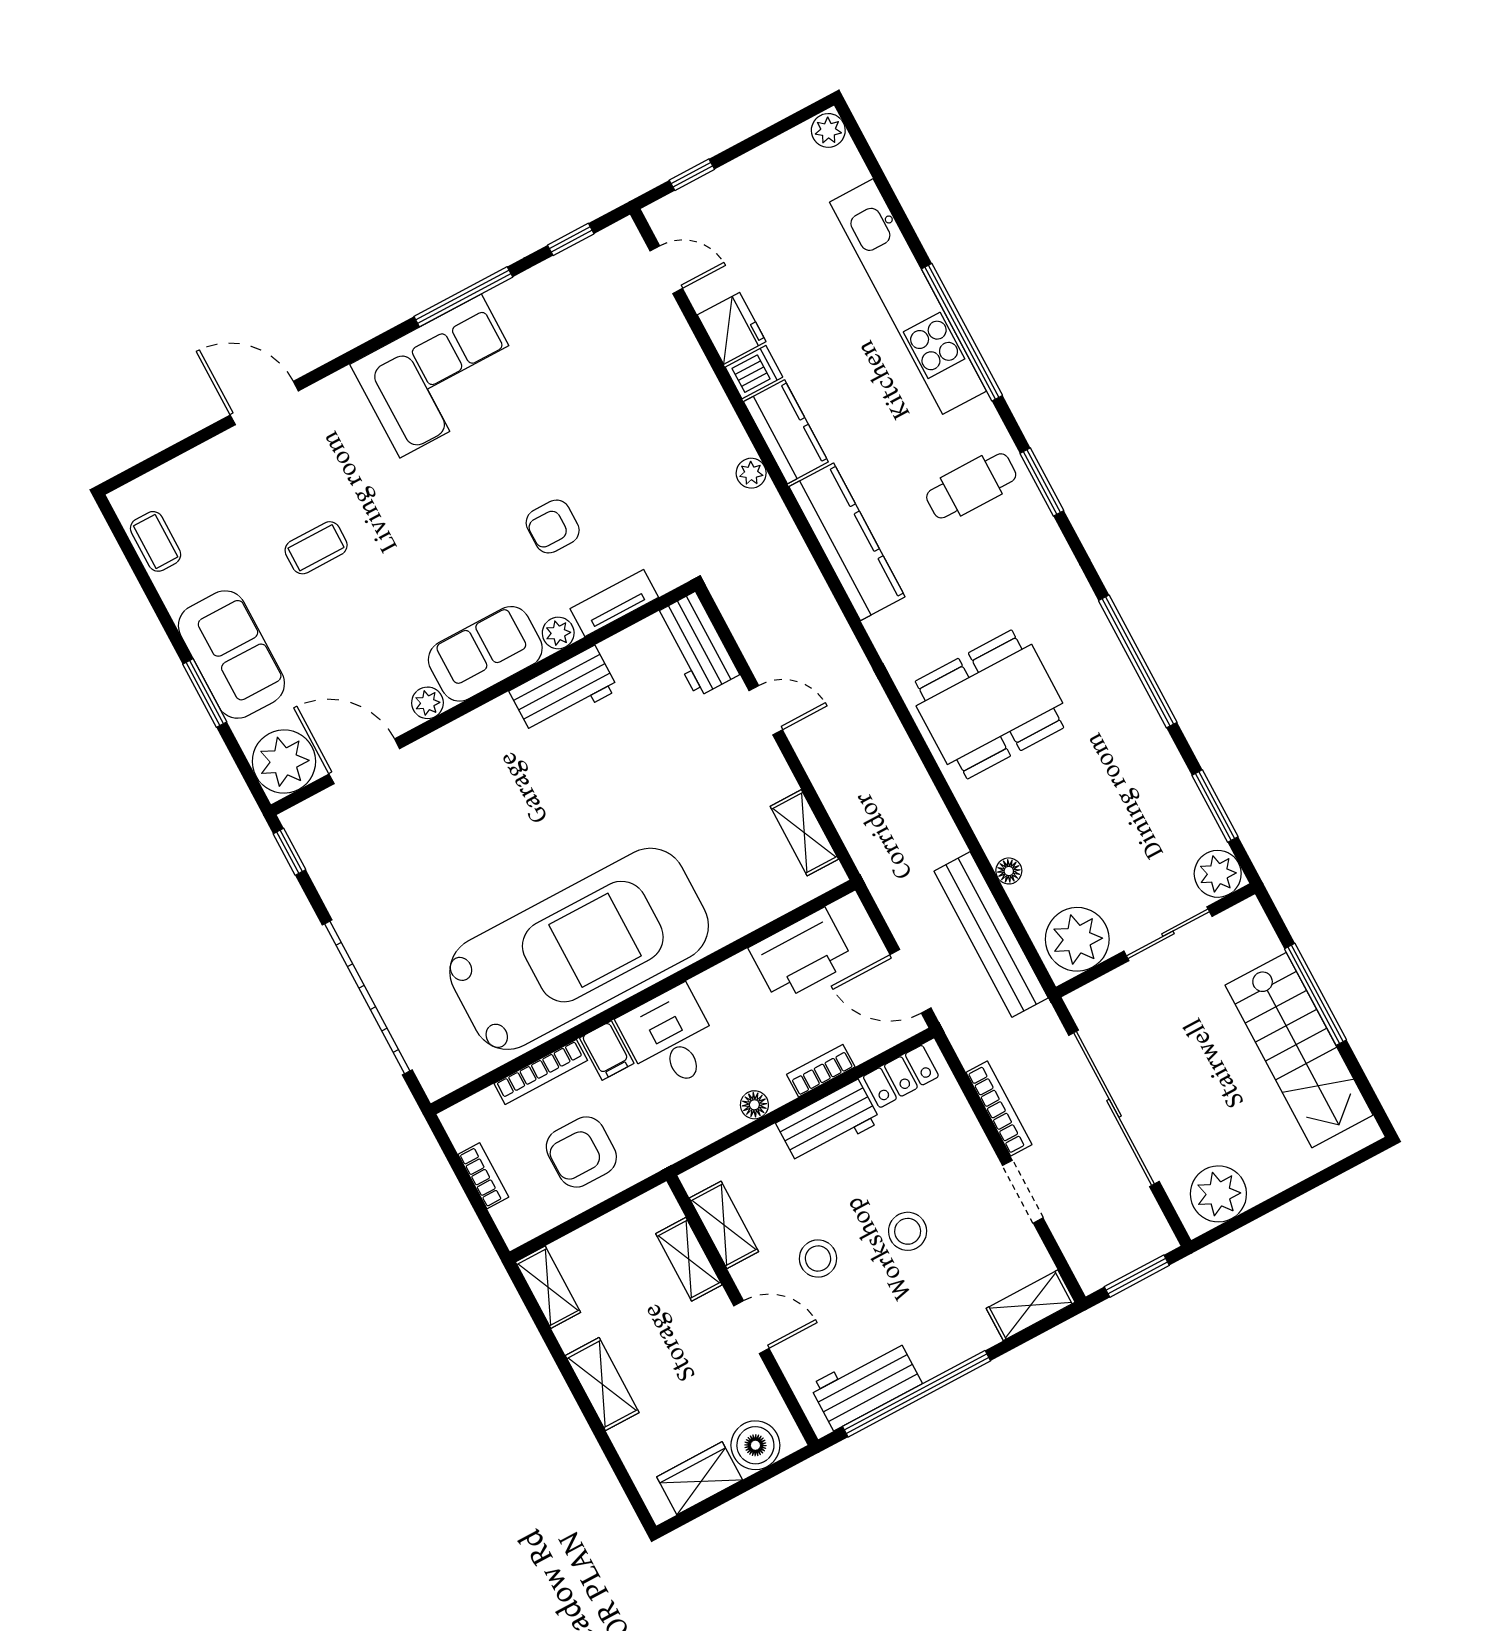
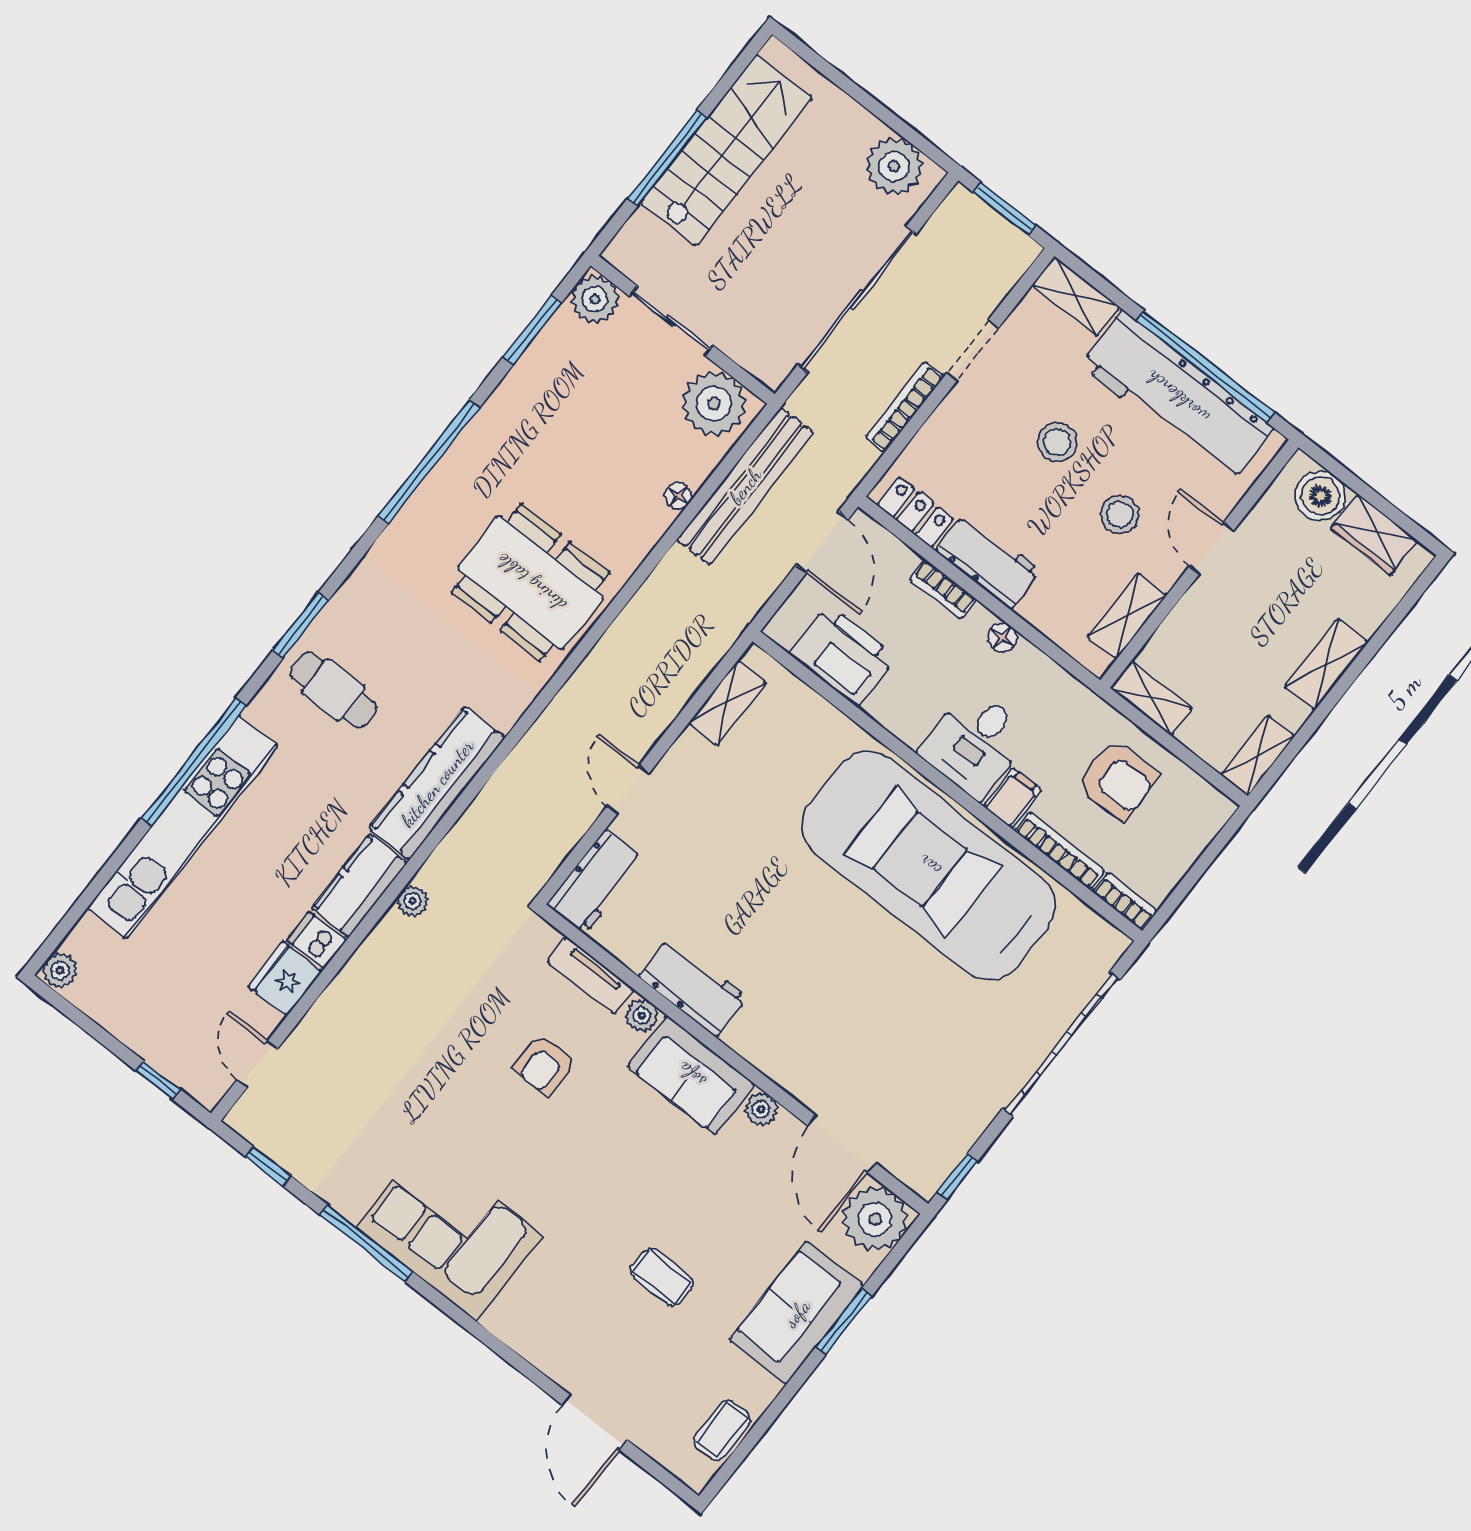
door: (264, 403) -> (595, 1422), moved
armchair: (553, 526) -> (544, 1065), turned 90
bookcase: (483, 1176) -> (1125, 902), moved, turned 90
shelving: (689, 1259) -> (1151, 698), moved, turned 90
workbench: (866, 1384) -> (1177, 397), width x1.88, depth x1.32

